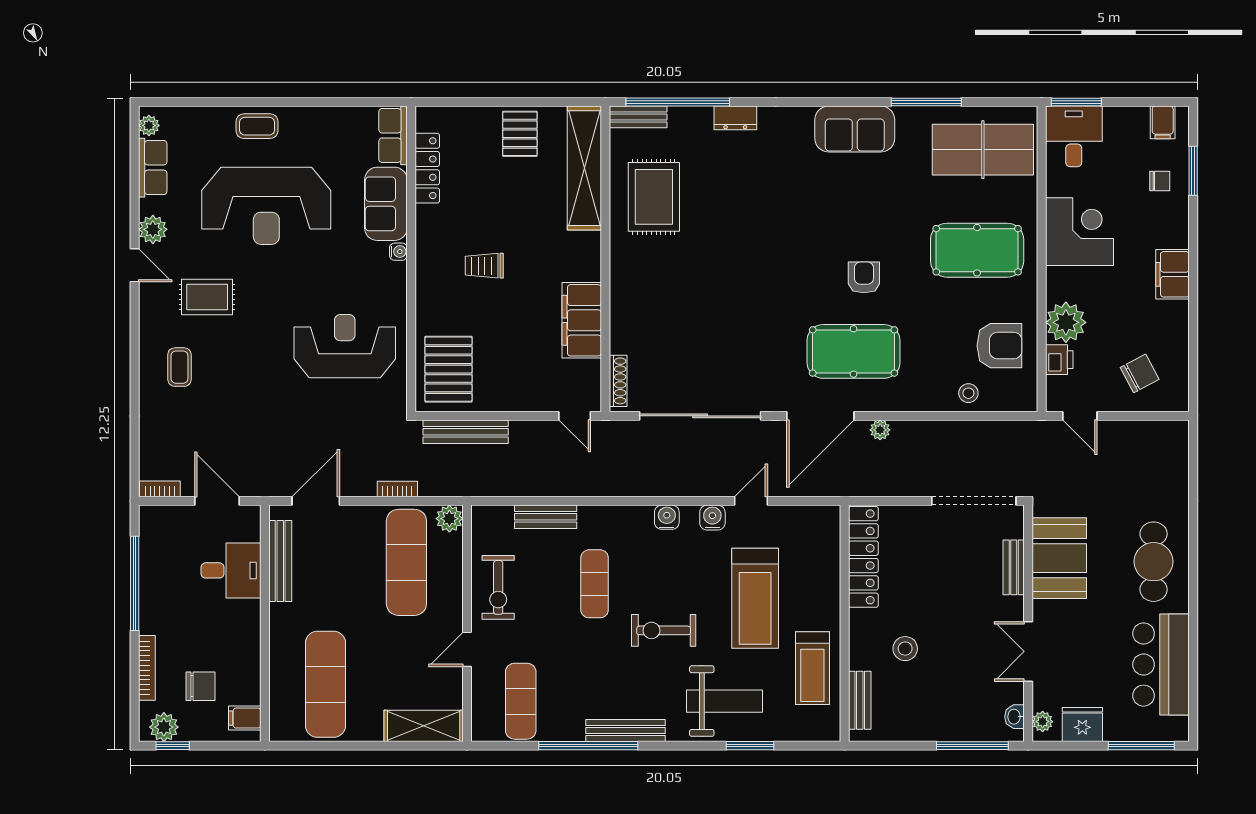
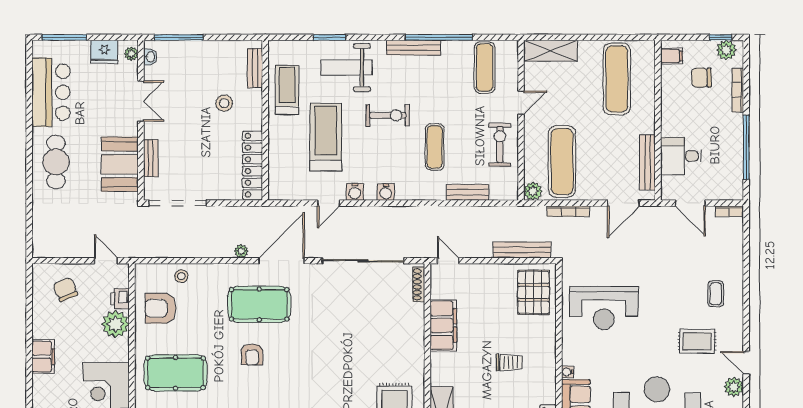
chair: (1140, 373) -> (65, 289), turned 95
bookcase: (397, 489) -> (568, 211), width x1.56

